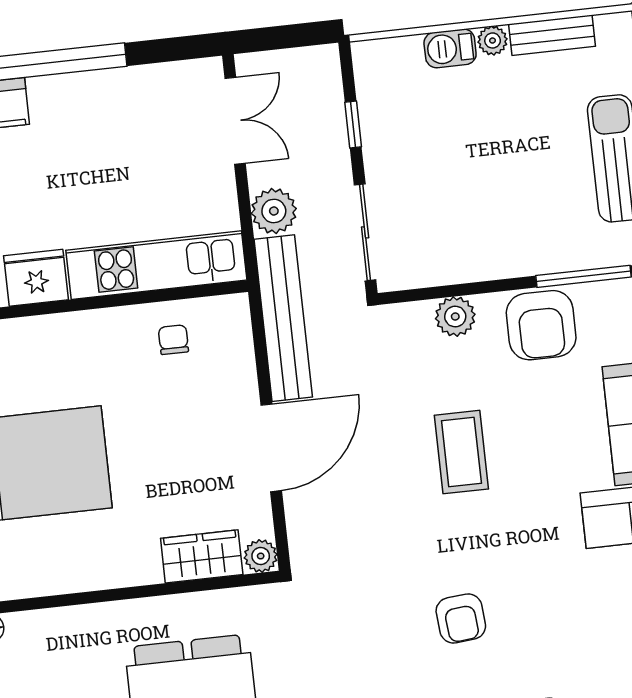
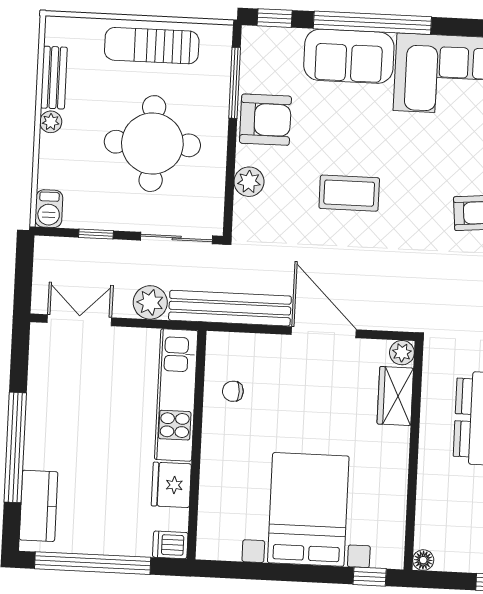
barbecue: (450, 48) -> (49, 209), moved
round table: (485, 180) -> (152, 144), added

